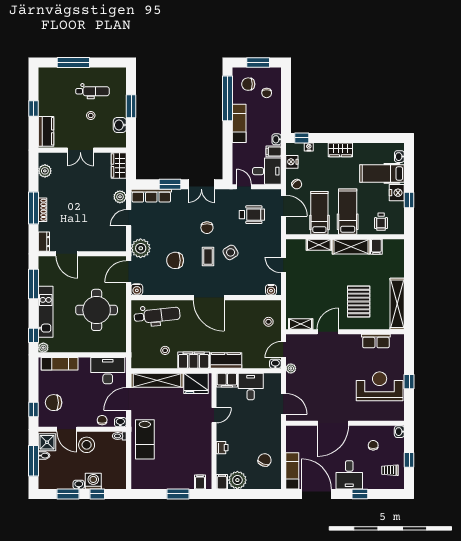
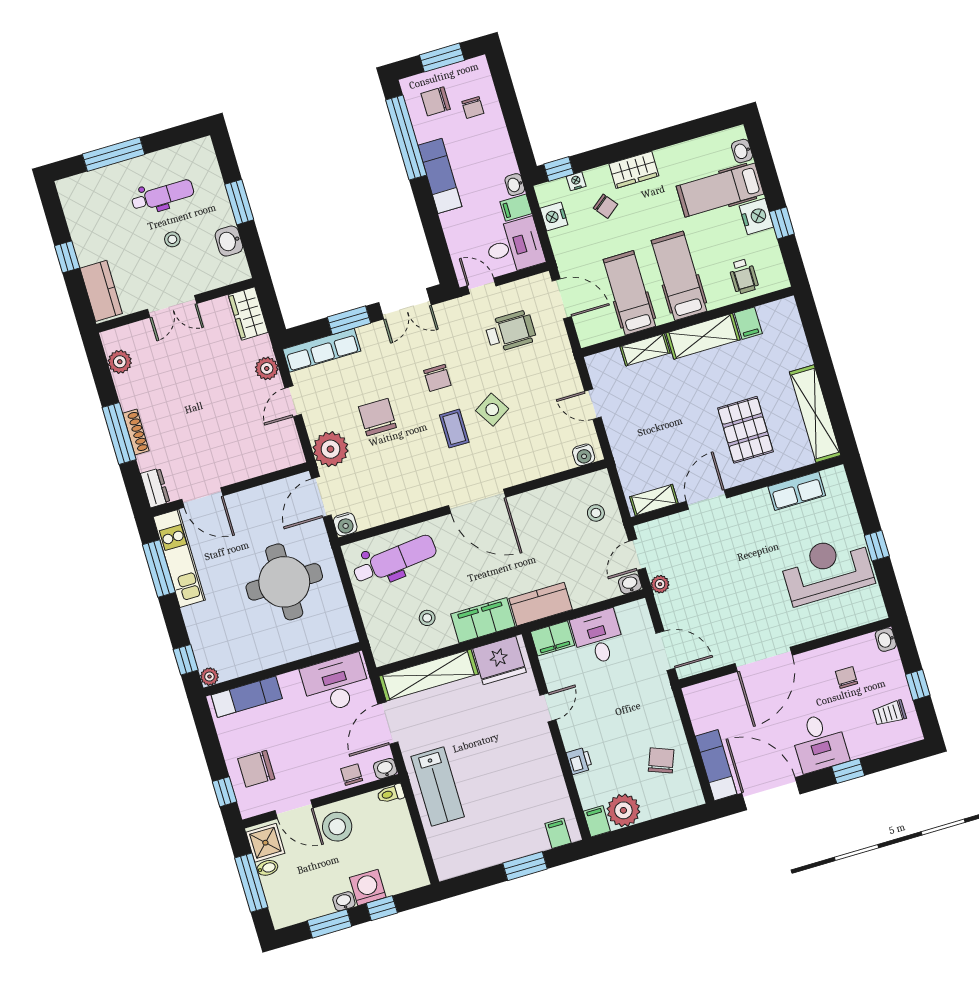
chair: (297, 184) -> (605, 206), moved
chair: (175, 260) -> (377, 417), moved, turned 90
kitchen unit: (46, 312) -> (179, 558), moved

